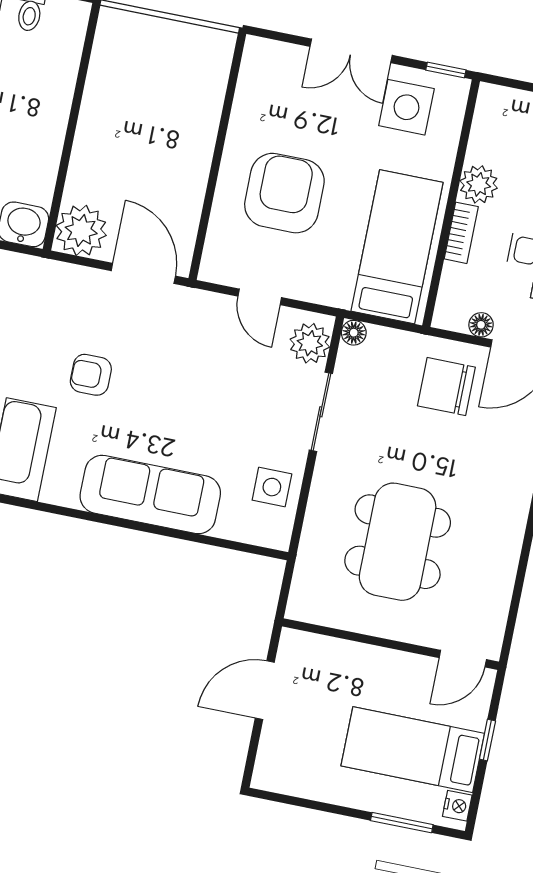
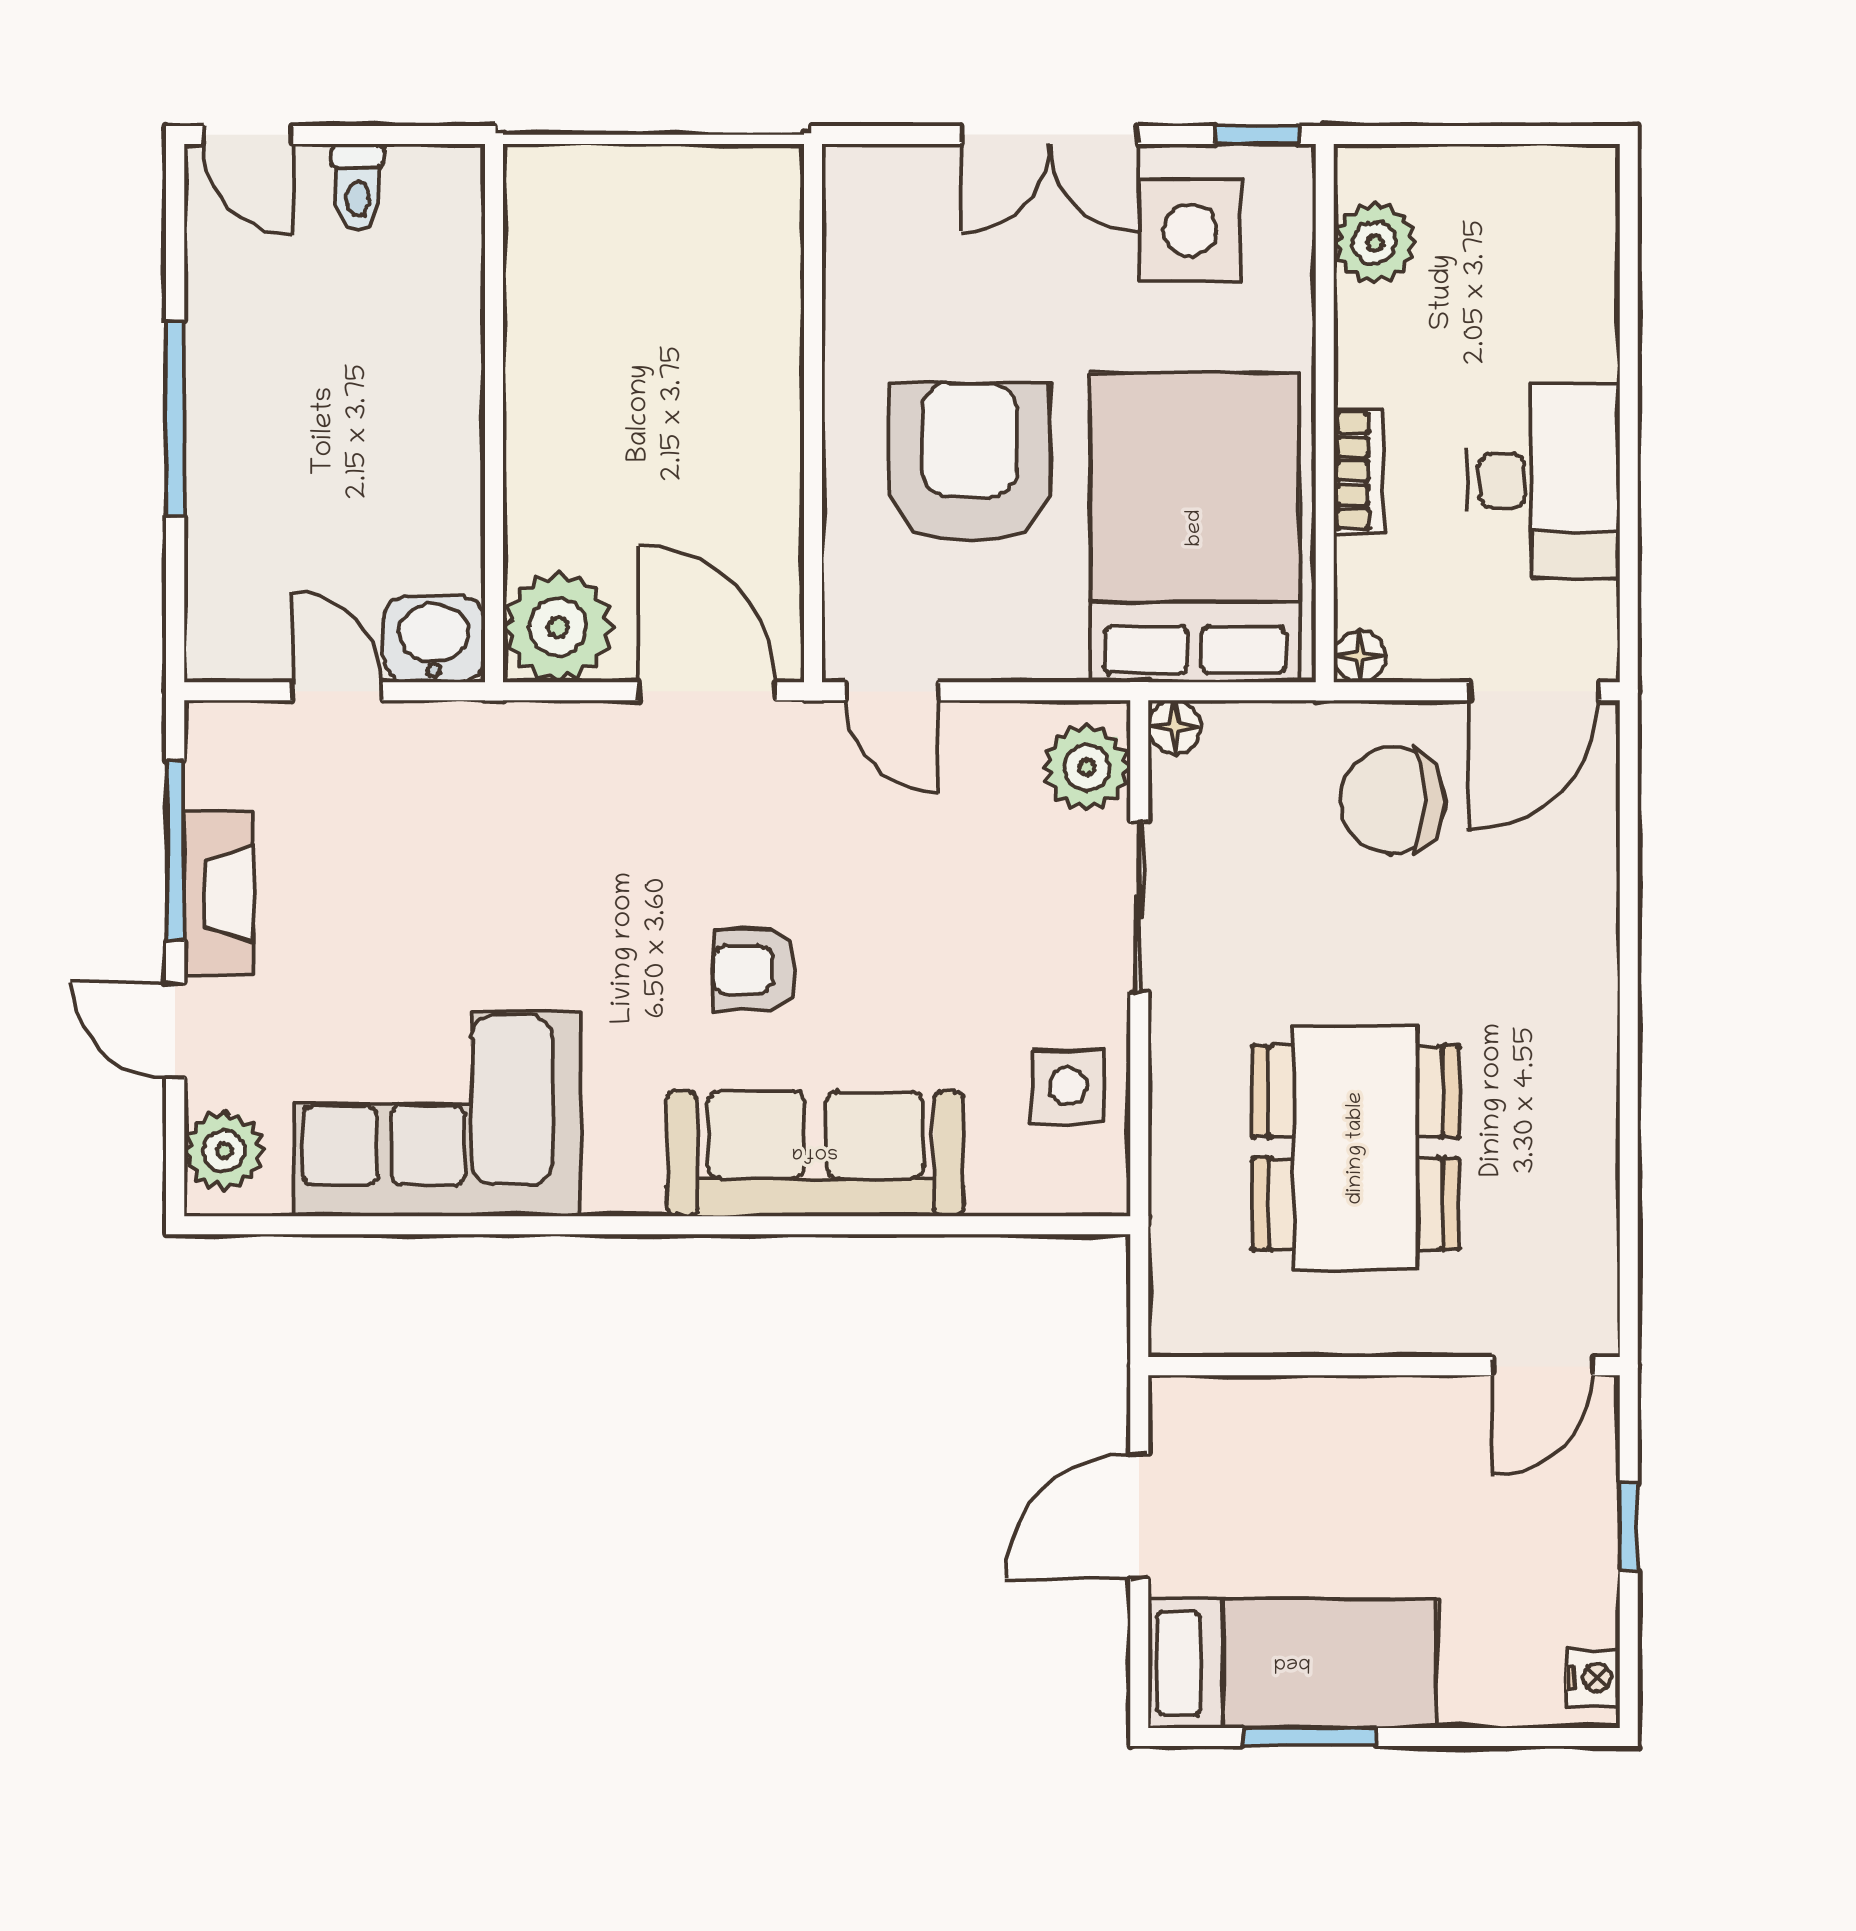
plant: (479, 184) -> (1375, 243), moved
bed: (397, 247) -> (1195, 528), width x1.50
door: (260, 297) -> (892, 691), moved
floor lamp: (481, 325) -> (1360, 656), moved
armchair: (91, 375) -> (754, 970), moved
bed: (413, 750) -> (1292, 1663), moved, turned 180
window: (402, 823) -> (1310, 1737), moved

